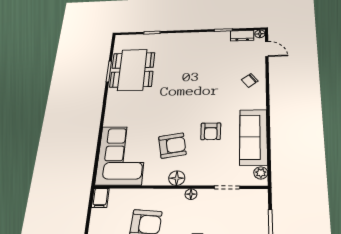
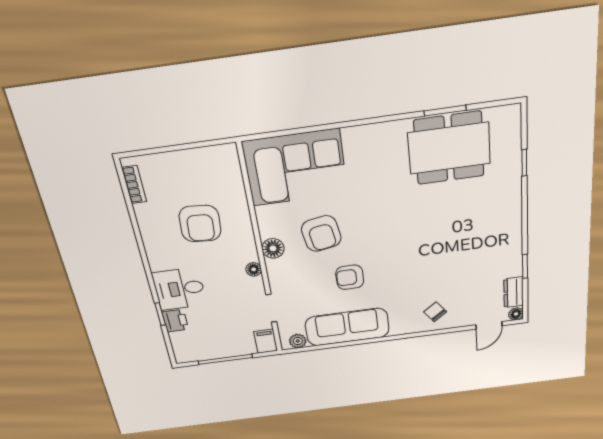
filing cabinet: (100, 198) -> (266, 341), moved, turned 90

